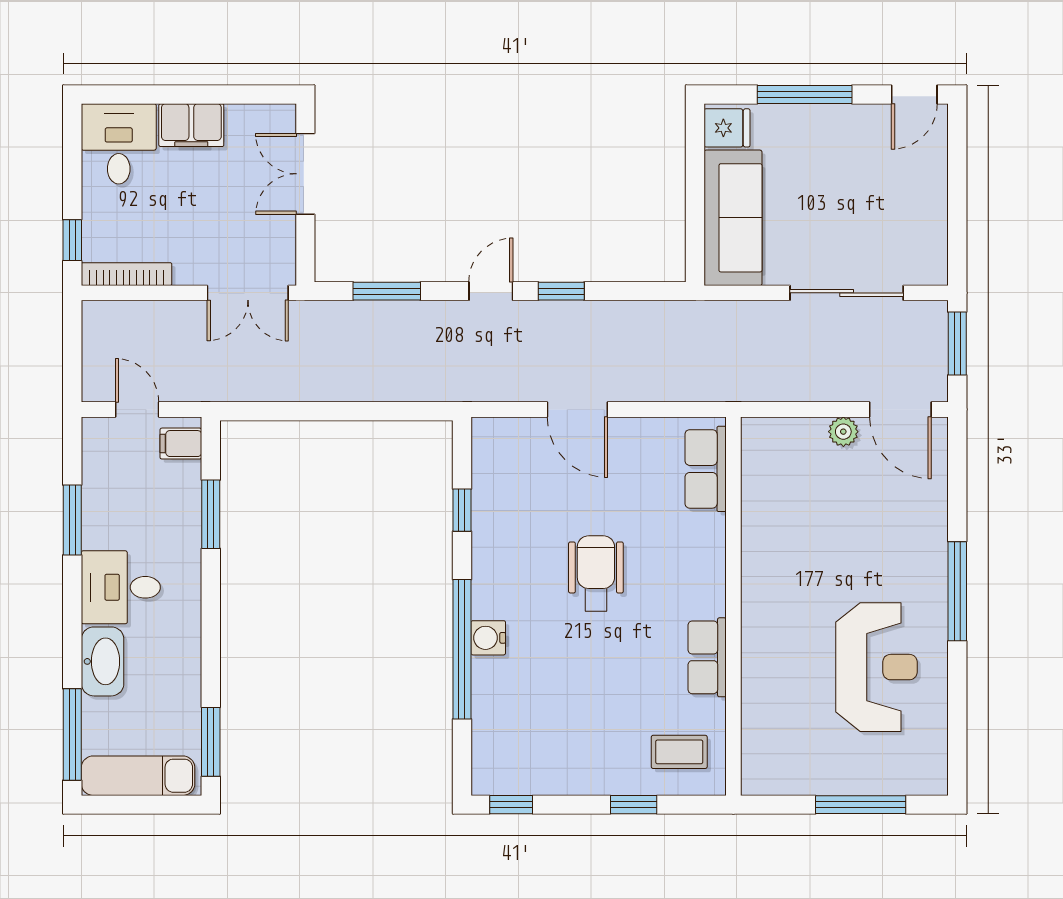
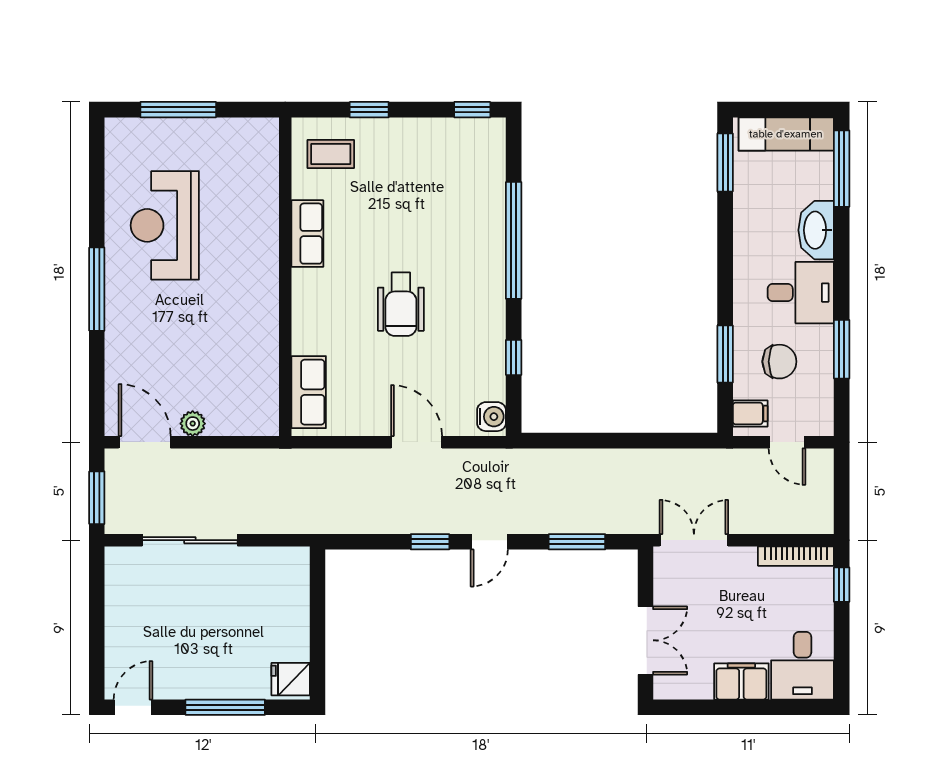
sofa: (733, 218) -> (286, 603), removed
chair: (146, 505) -> (779, 362), added
water cooler: (488, 638) -> (492, 417), moved

